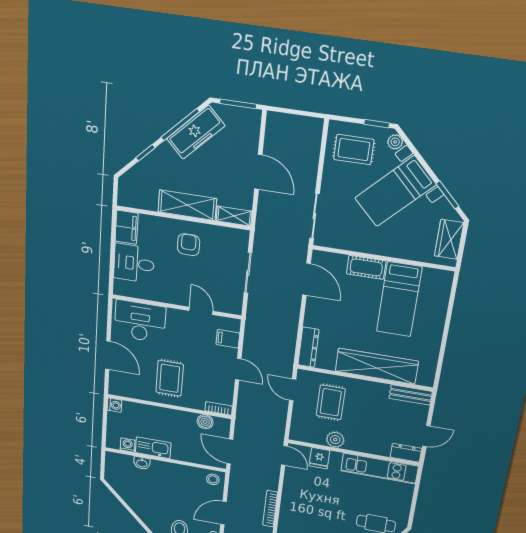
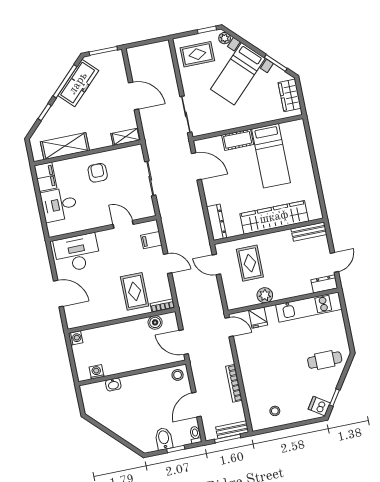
shelving: (187, 205) -> (65, 146), moved
rug: (170, 378) -> (135, 291), moved
kitchen sink: (153, 448) -> (119, 365), removed

